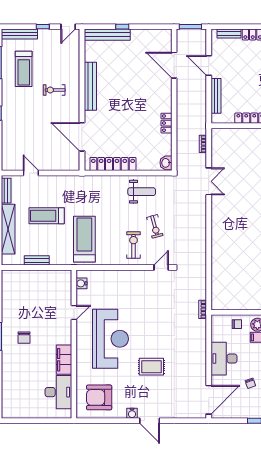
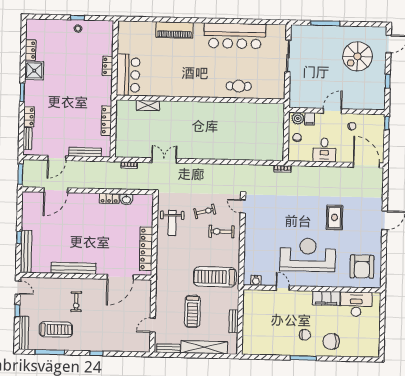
washbasin: (166, 163) -> (126, 199), moved
weight bench: (142, 192) -> (172, 223), turned 180
desk: (224, 359) -> (324, 150), width x0.73
chair: (18, 366) -> (331, 341), added
water cooler: (132, 413) -> (377, 236), removed

